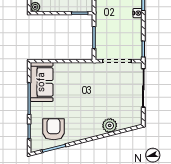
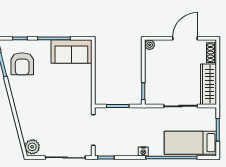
plant: (110, 125) -> (32, 147), moved
armchair: (54, 129) -> (22, 64), turned 90

